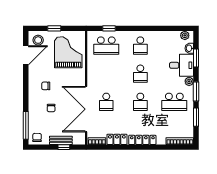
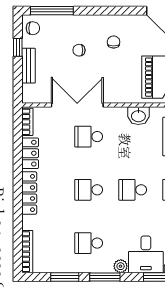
washbasin: (93, 70) -> (138, 116), added
school desk: (174, 102) -> (89, 243), width x0.54
double door: (86, 109) -> (77, 105), width x0.73
window: (64, 147) -> (18, 47), moved

